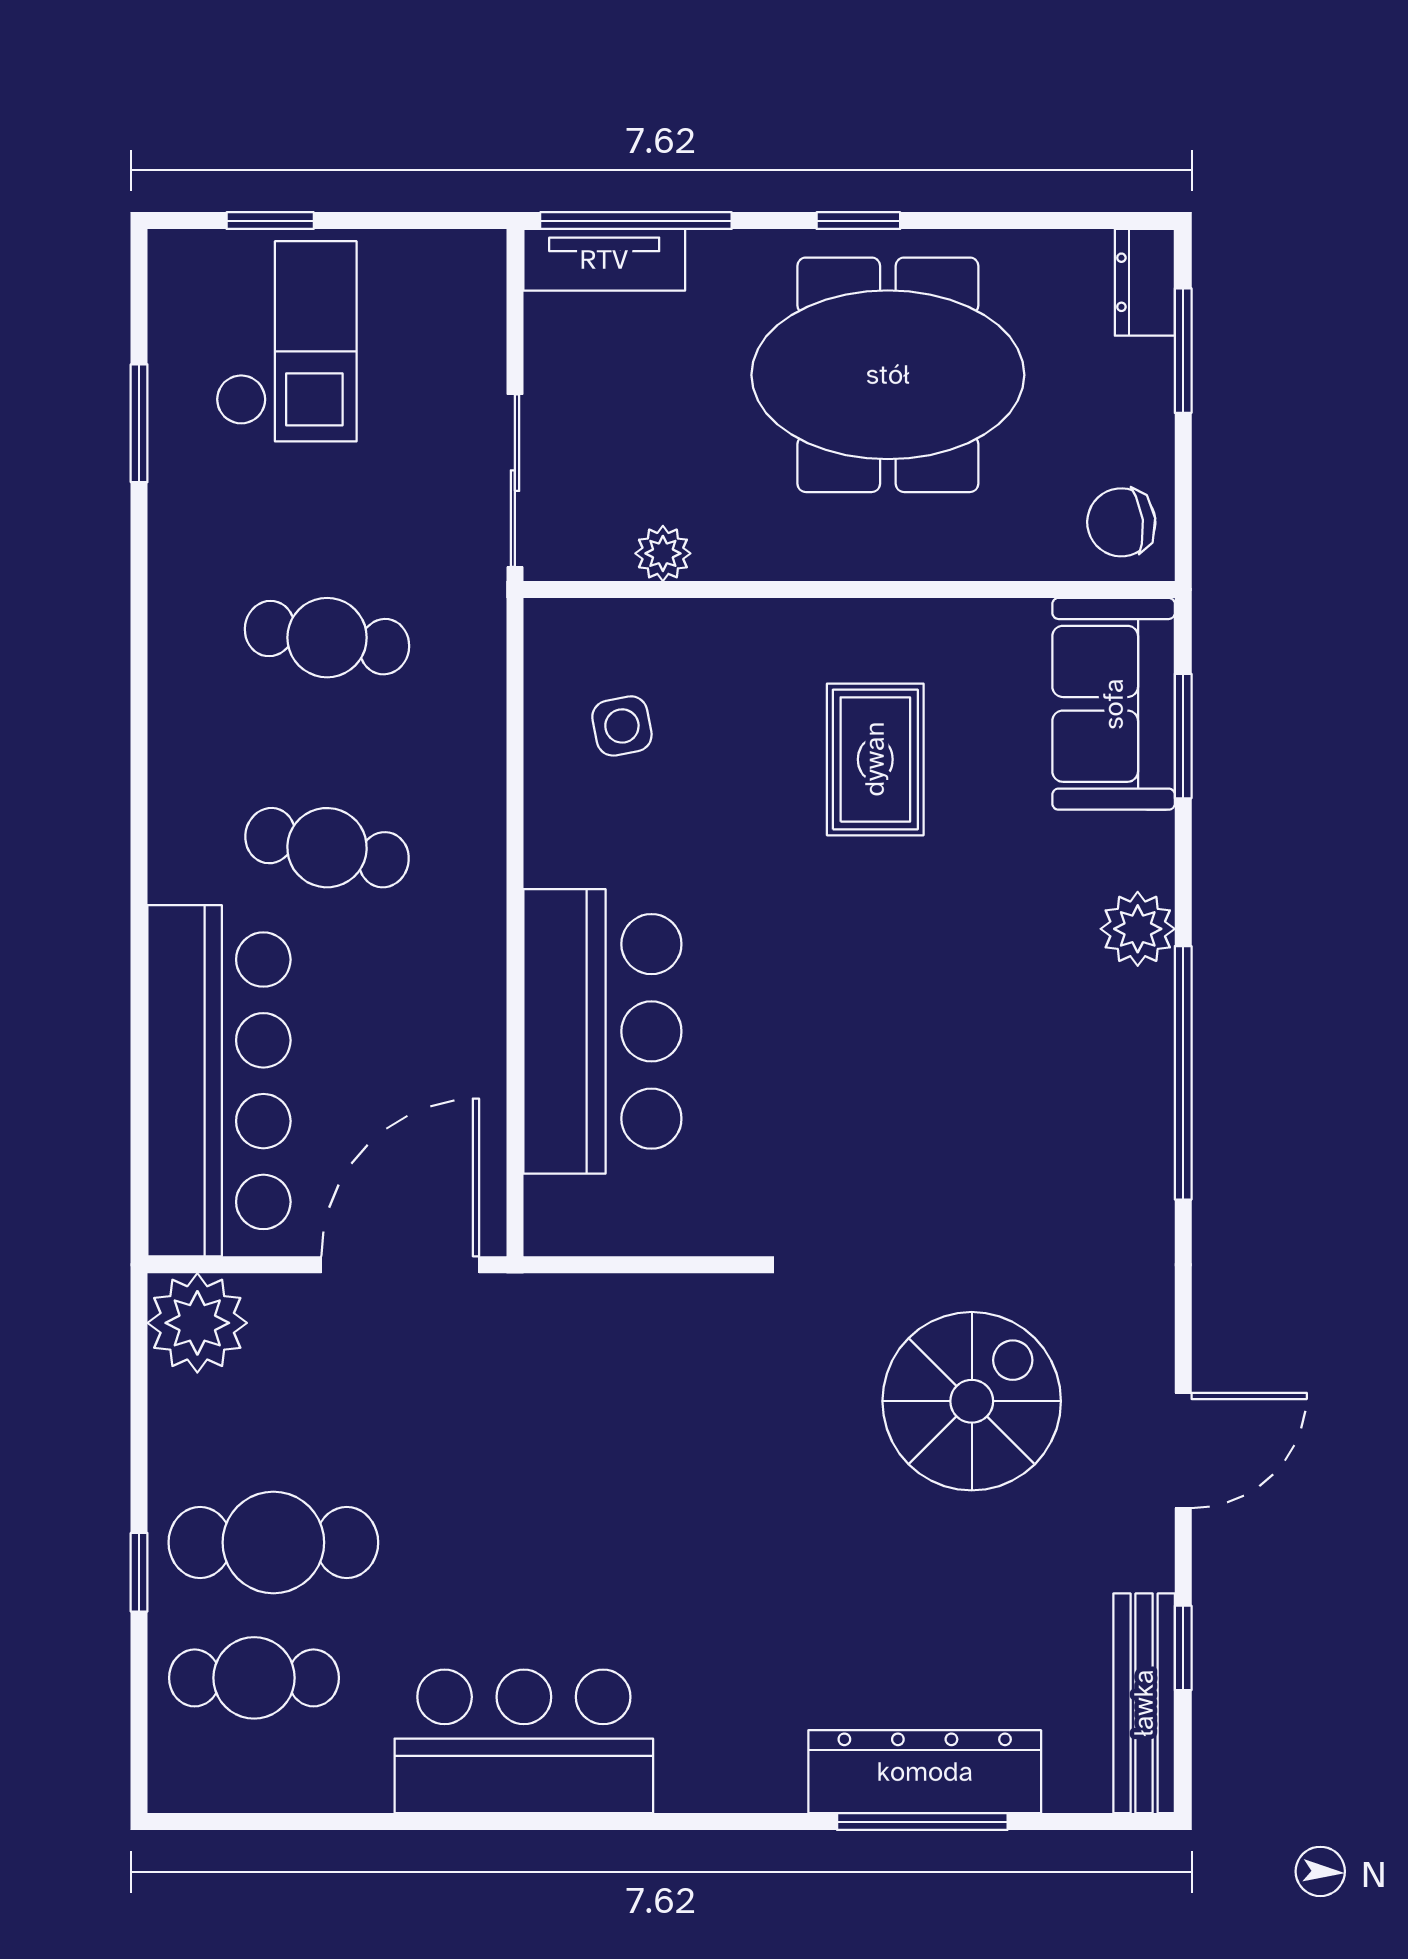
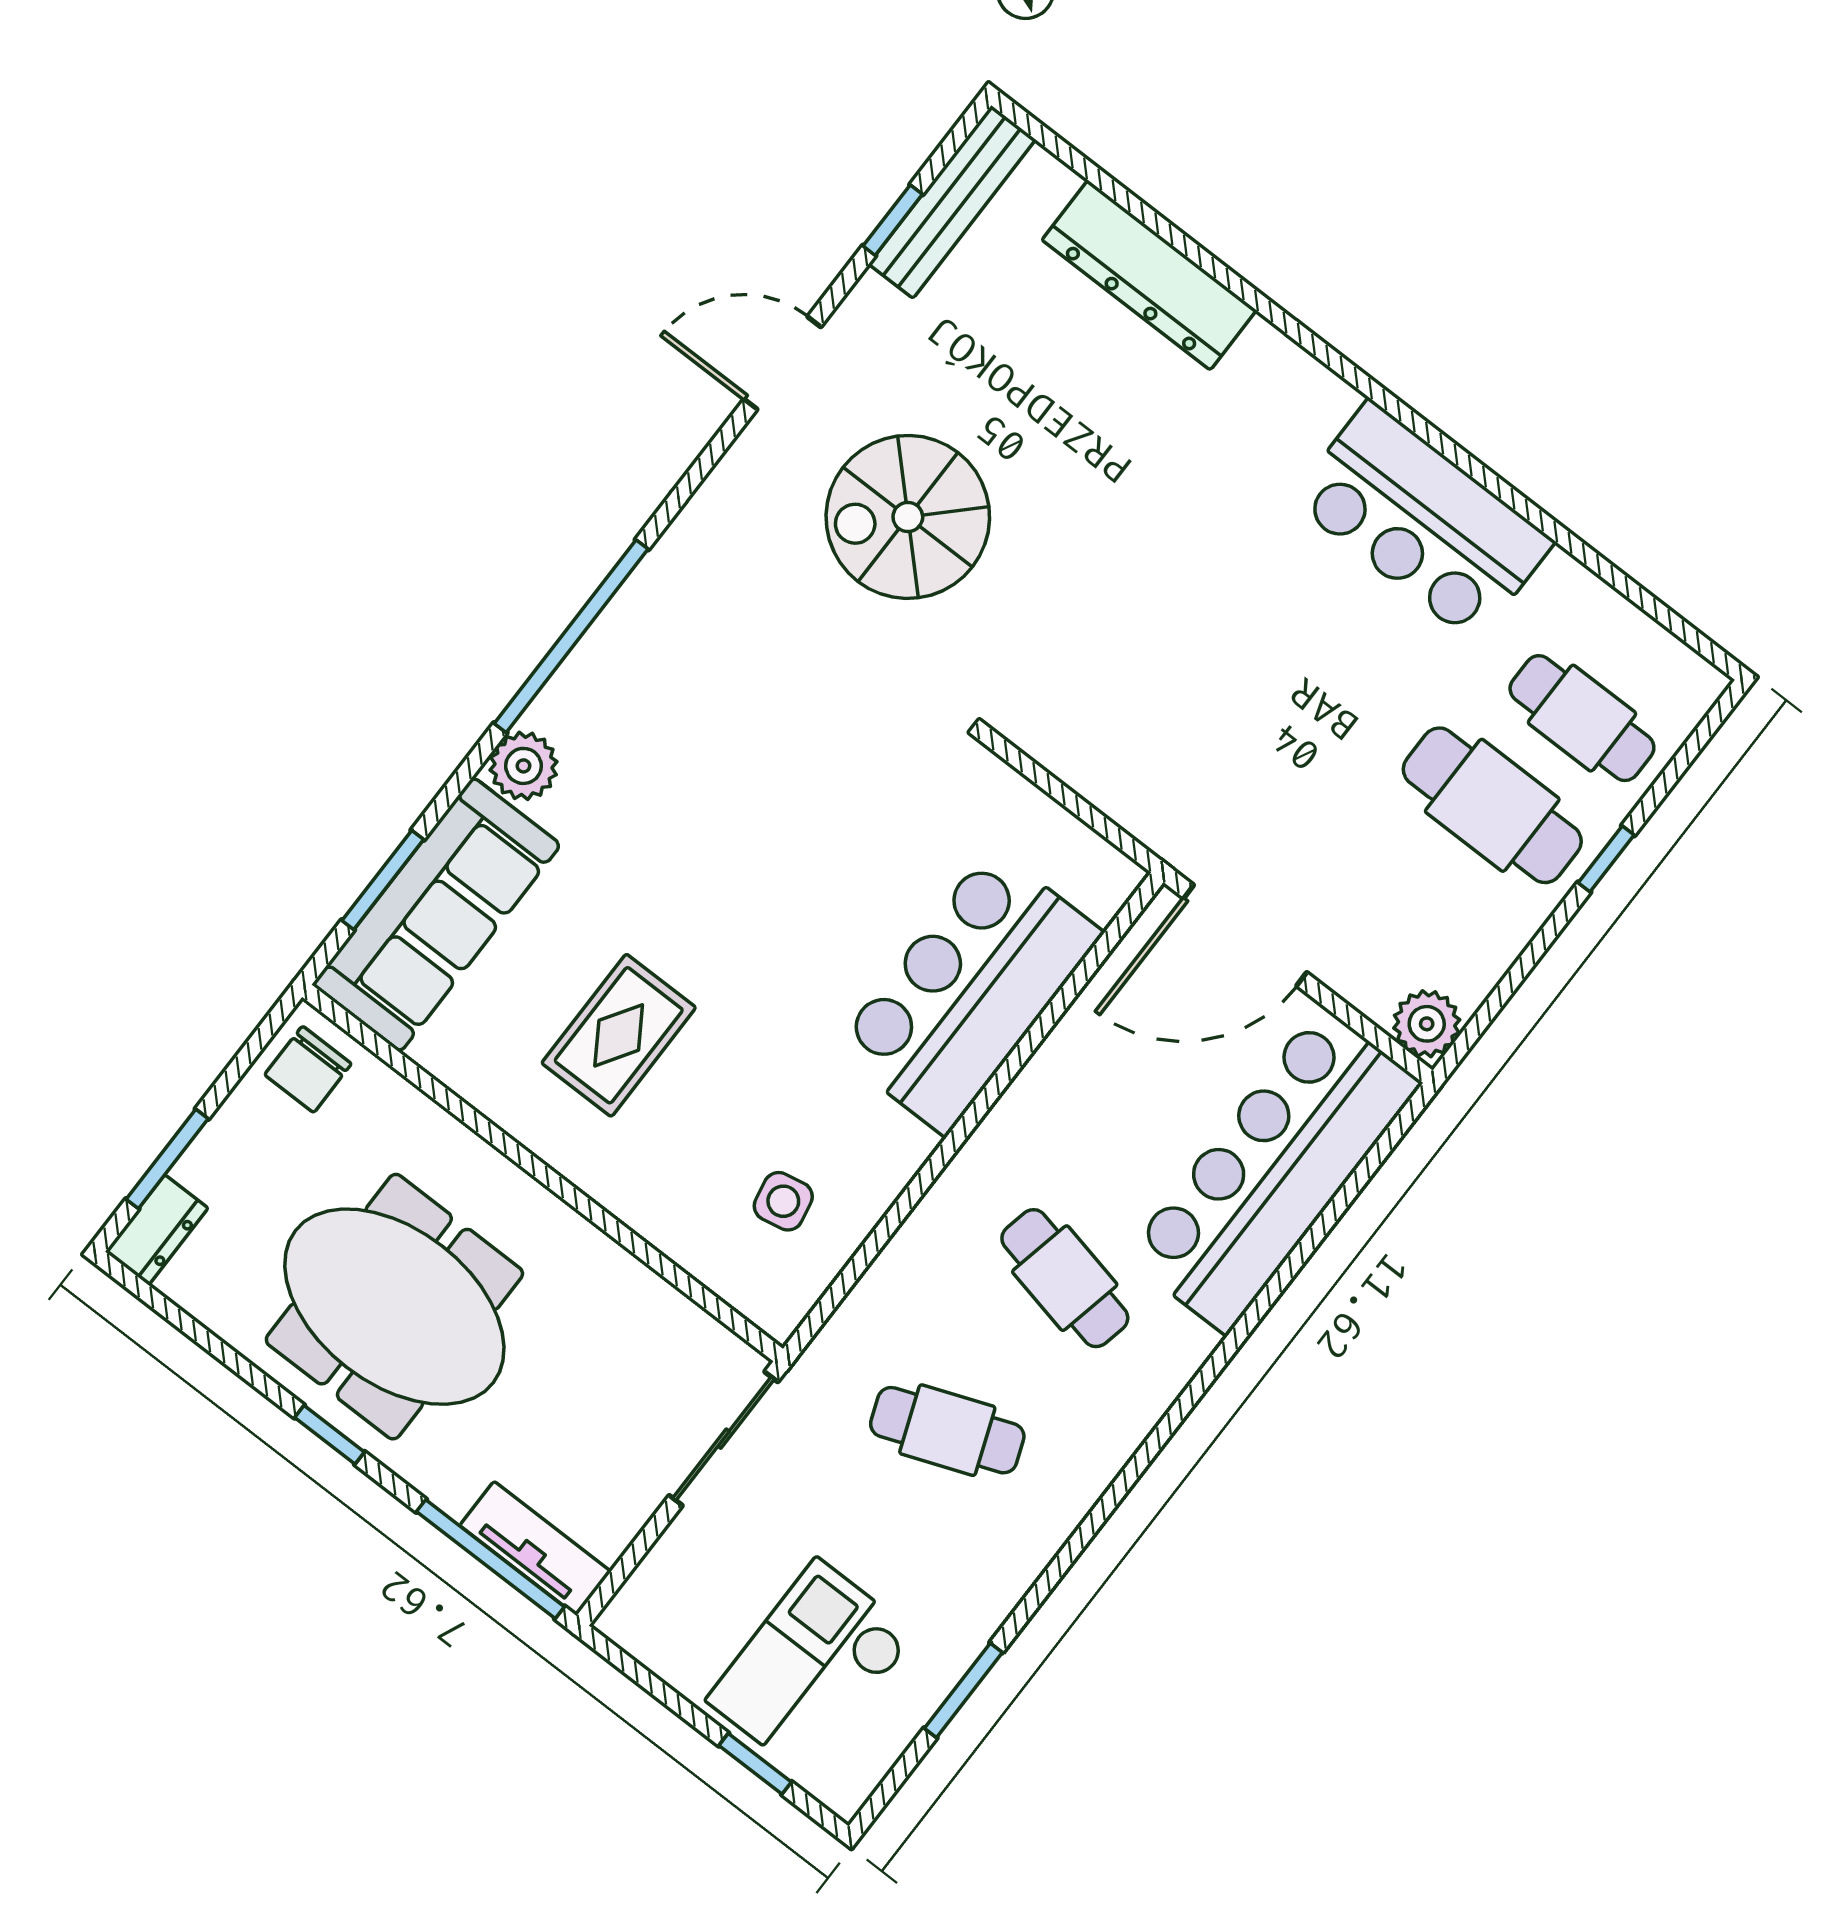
chair: (1121, 522) -> (308, 1069), turned 97
plant: (663, 553) -> (657, 1303), removed
cafe table: (327, 638) -> (947, 1430), turned -30
sofa: (1114, 704) -> (436, 915), width x1.36
plant: (197, 1323) -> (1427, 1024), width x0.73, depth x0.73
window: (922, 1822) -> (1179, 240), removed

